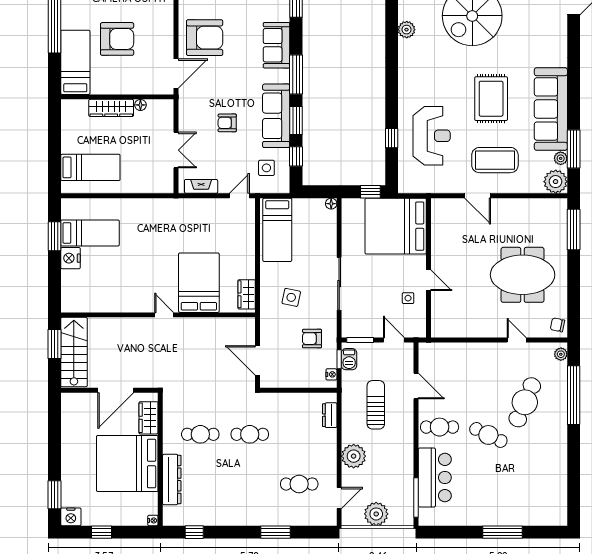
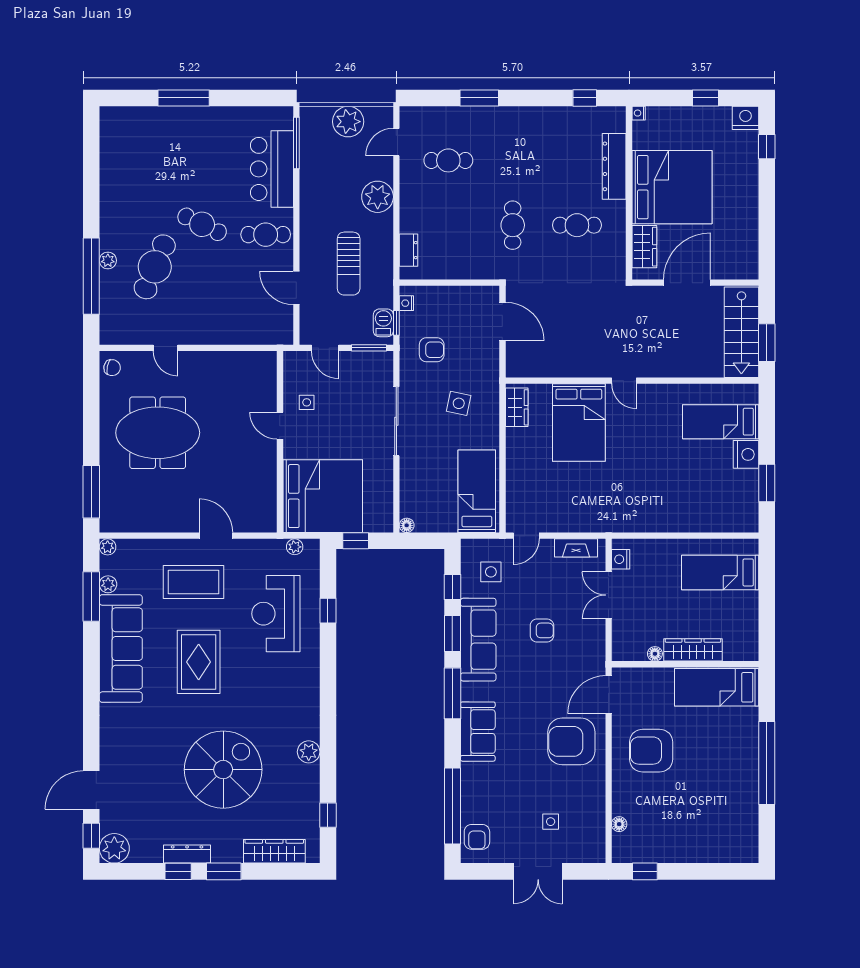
armchair: (117, 39) -> (651, 751), moved
bed: (75, 62) -> (717, 687), moved, turned 90
nightstand: (167, 178) -> (621, 559), added
plant: (556, 182) -> (108, 547), width x0.53, depth x0.53
plant: (417, 187) -> (295, 547), added
bed: (90, 233) -> (721, 422), moved
plant: (561, 354) -> (108, 260), moved
cafe table: (250, 434) -> (513, 225), turned 90
window: (54, 495) -> (767, 147), width x0.67

